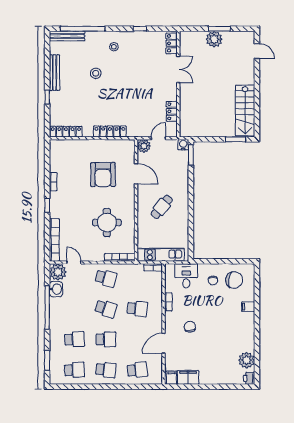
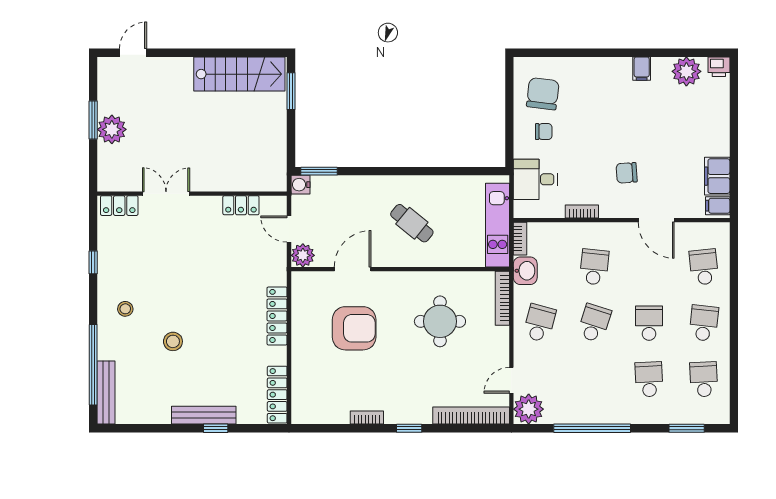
bench: (55, 73) -> (204, 415), moved
washbasin: (56, 289) -> (525, 271), moved, turned 90
filing cabinet: (248, 307) -> (642, 69), moved

